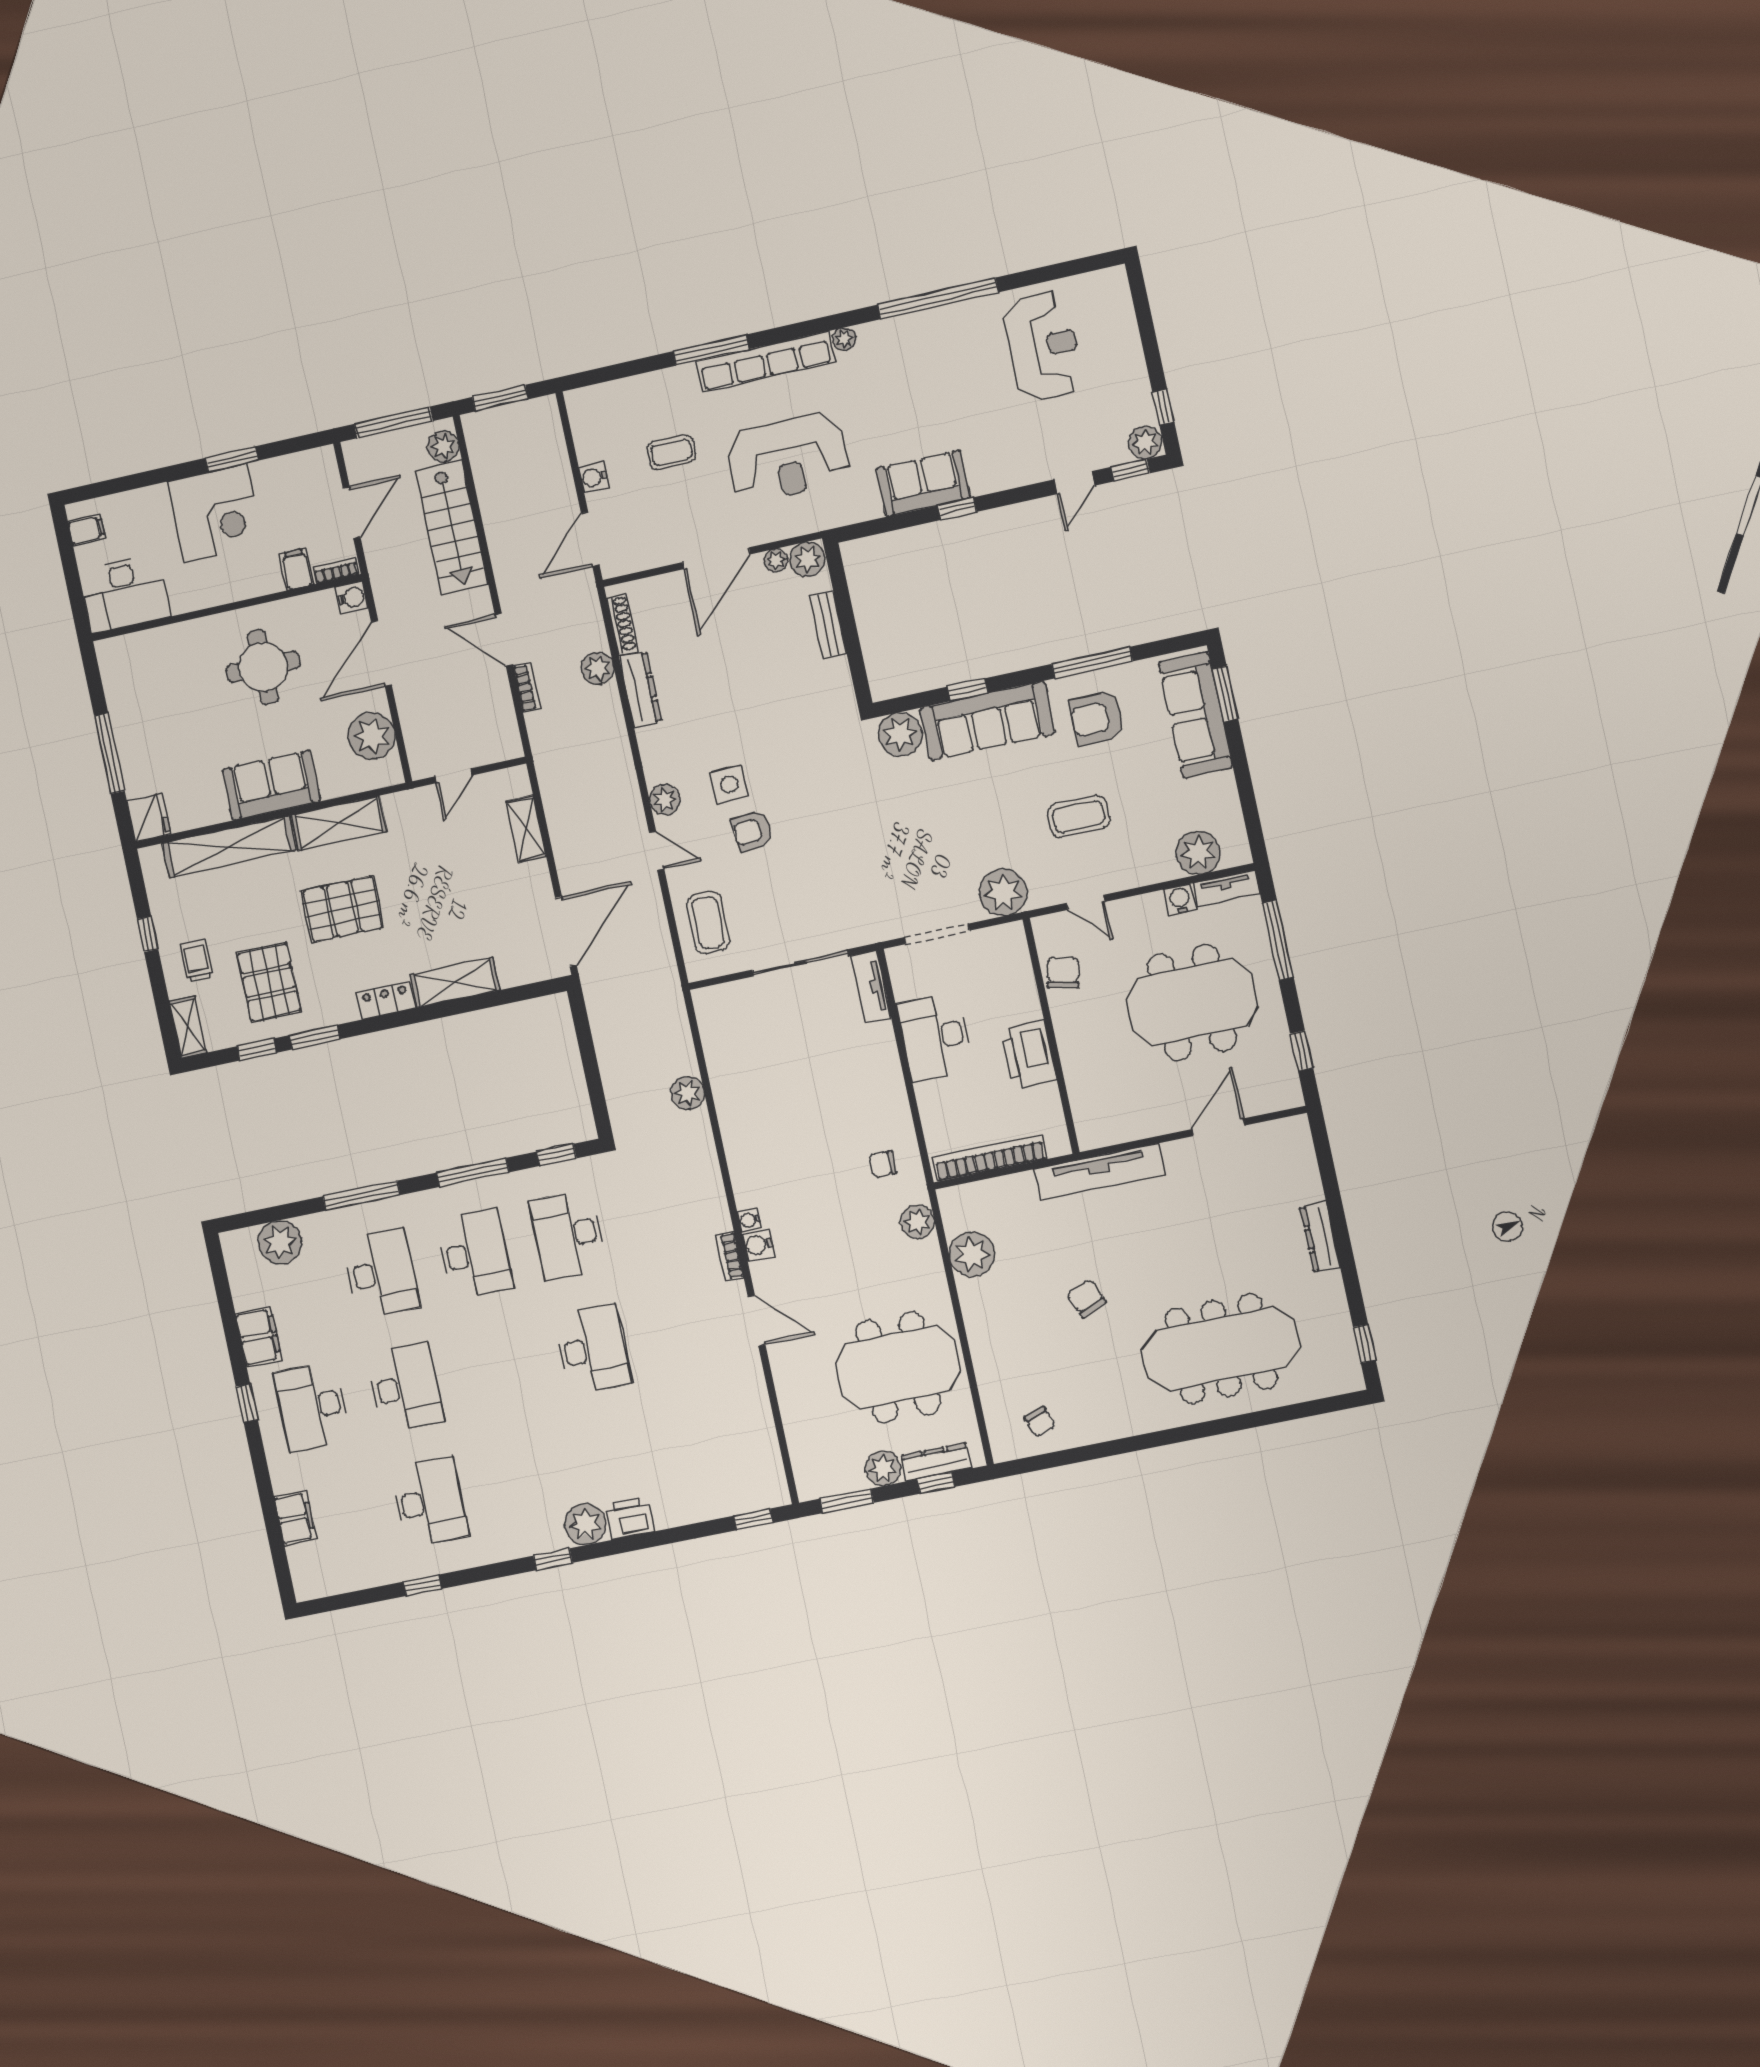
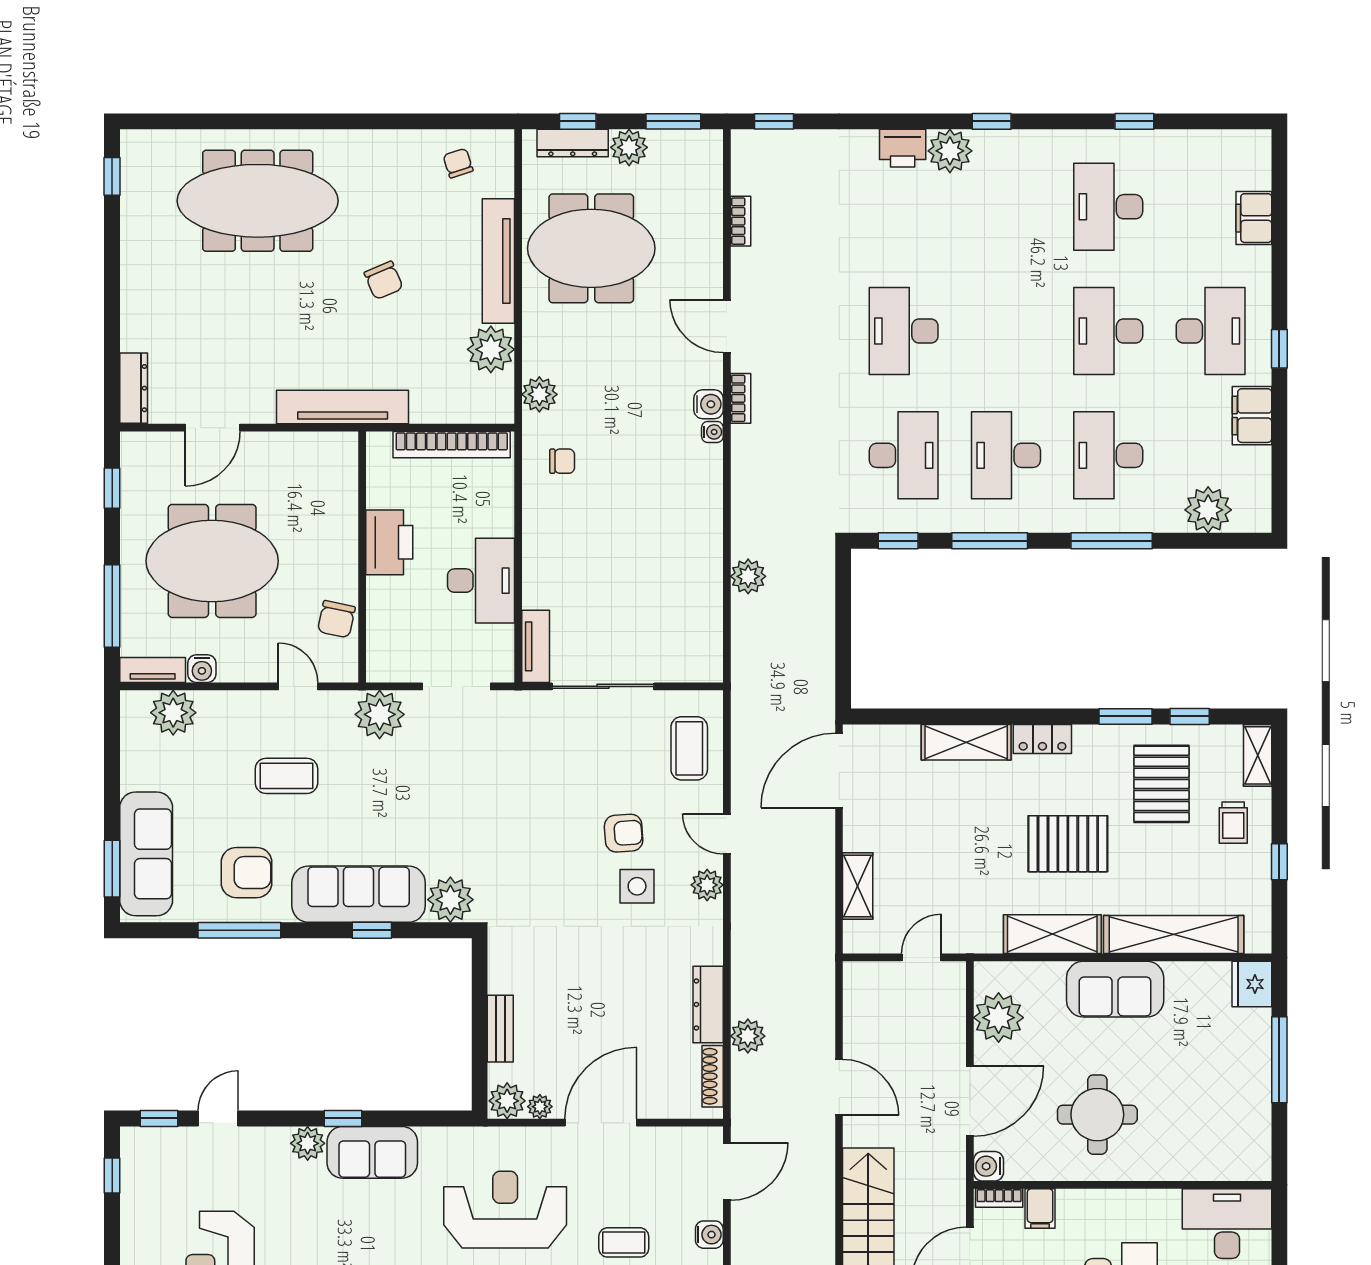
plant: (1145, 443) -> (308, 1143), moved
bookcase: (527, 687) -> (741, 221), moved, turned 180
dresser: (1320, 1237) -> (134, 388), moved
tv unit: (982, 1338) -> (498, 261), added

